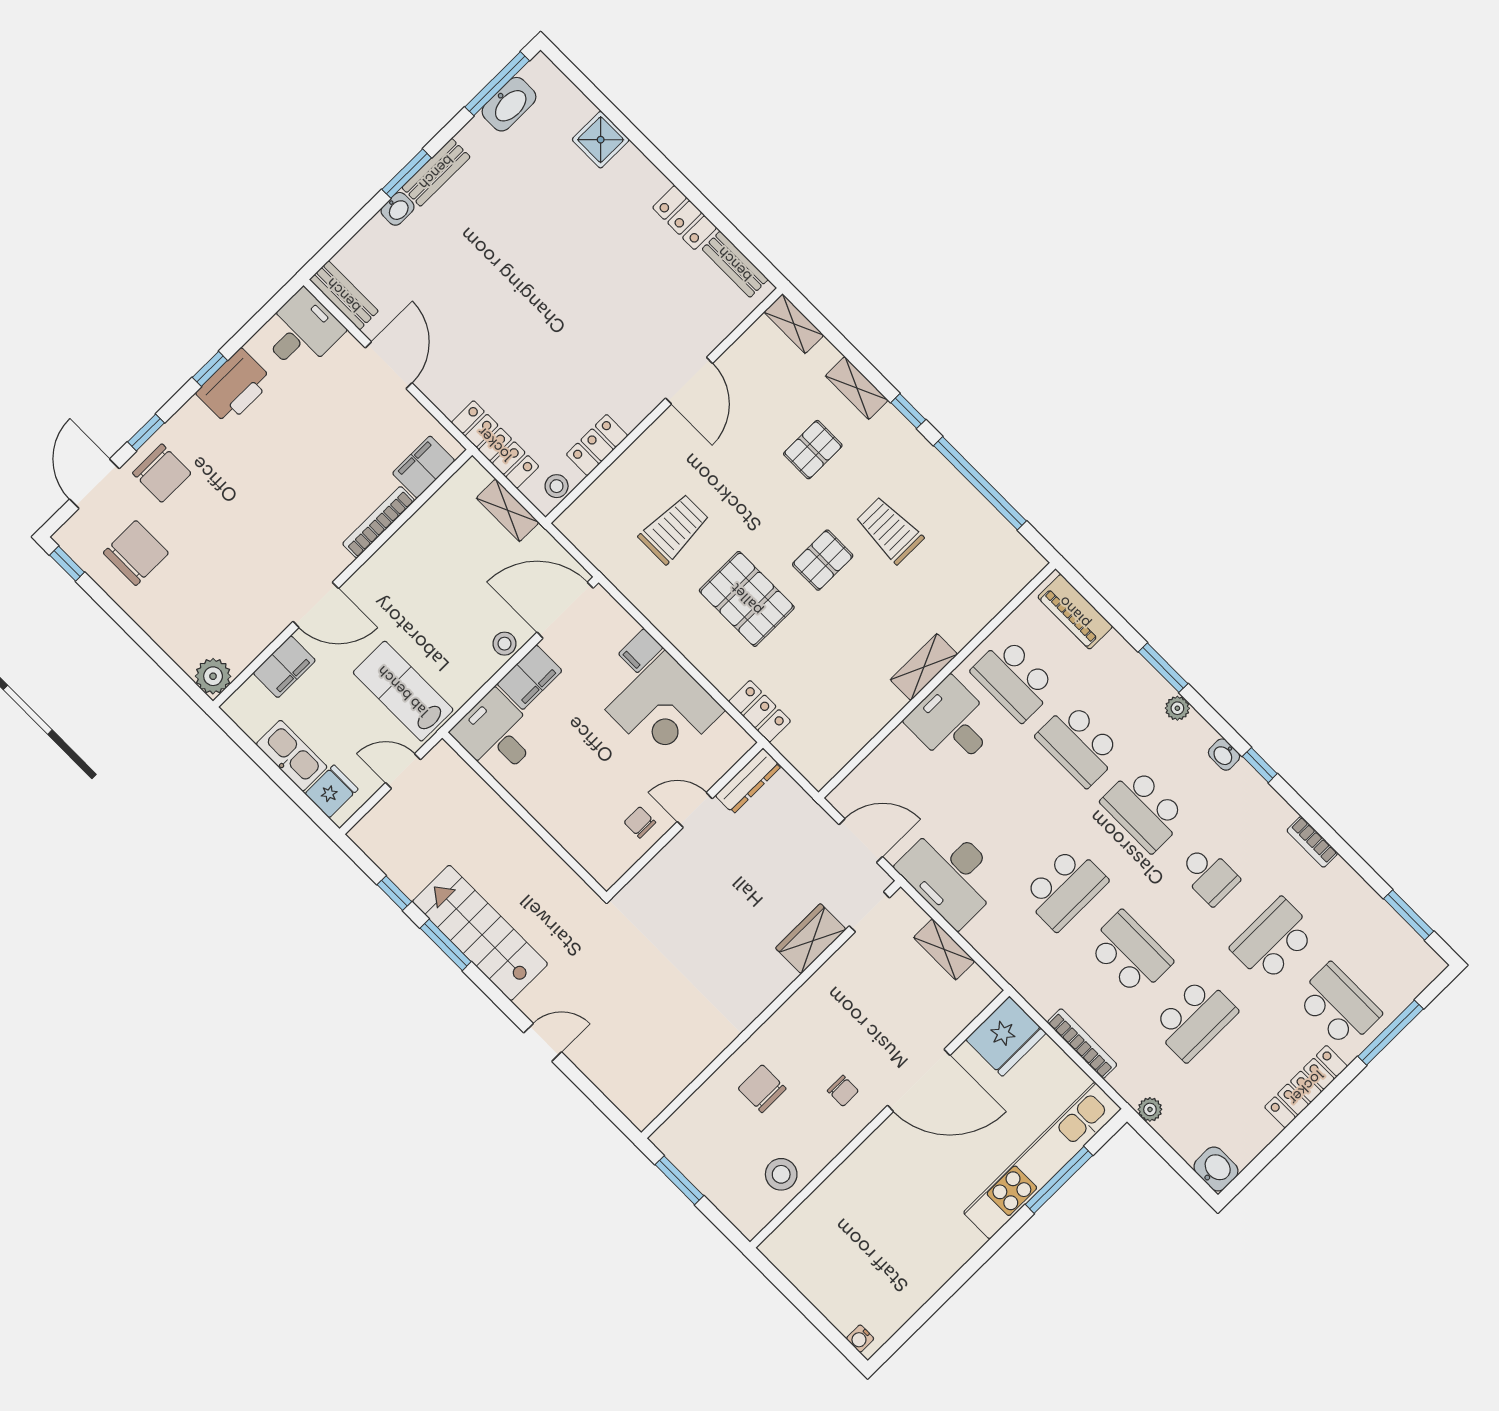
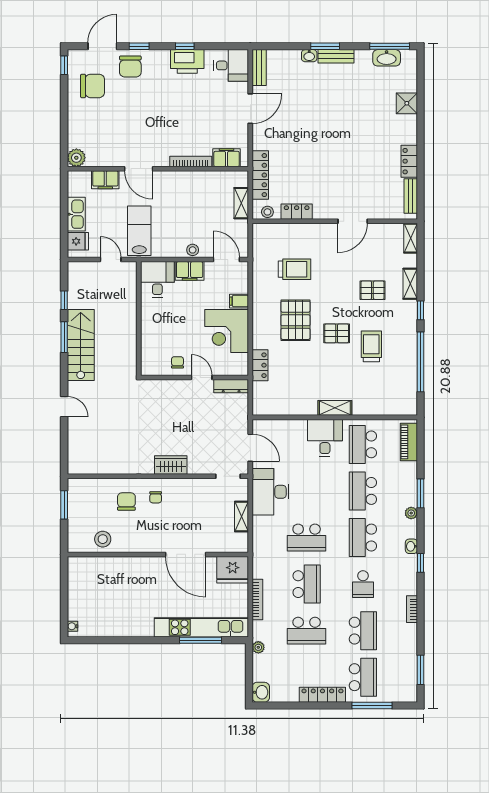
door: (565, 610) -> (226, 260), width x0.73
wardrobe: (811, 939) -> (171, 465), moved
school desk: (1274, 940) -> (363, 631), turned 90
chair: (843, 1091) -> (156, 497), moved

